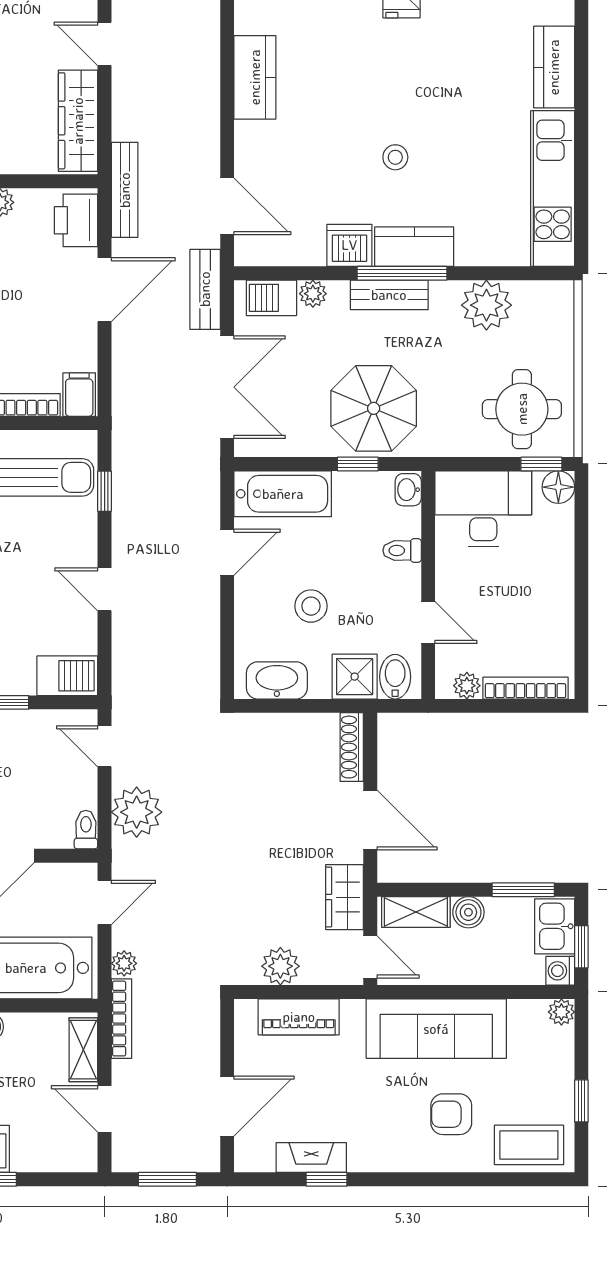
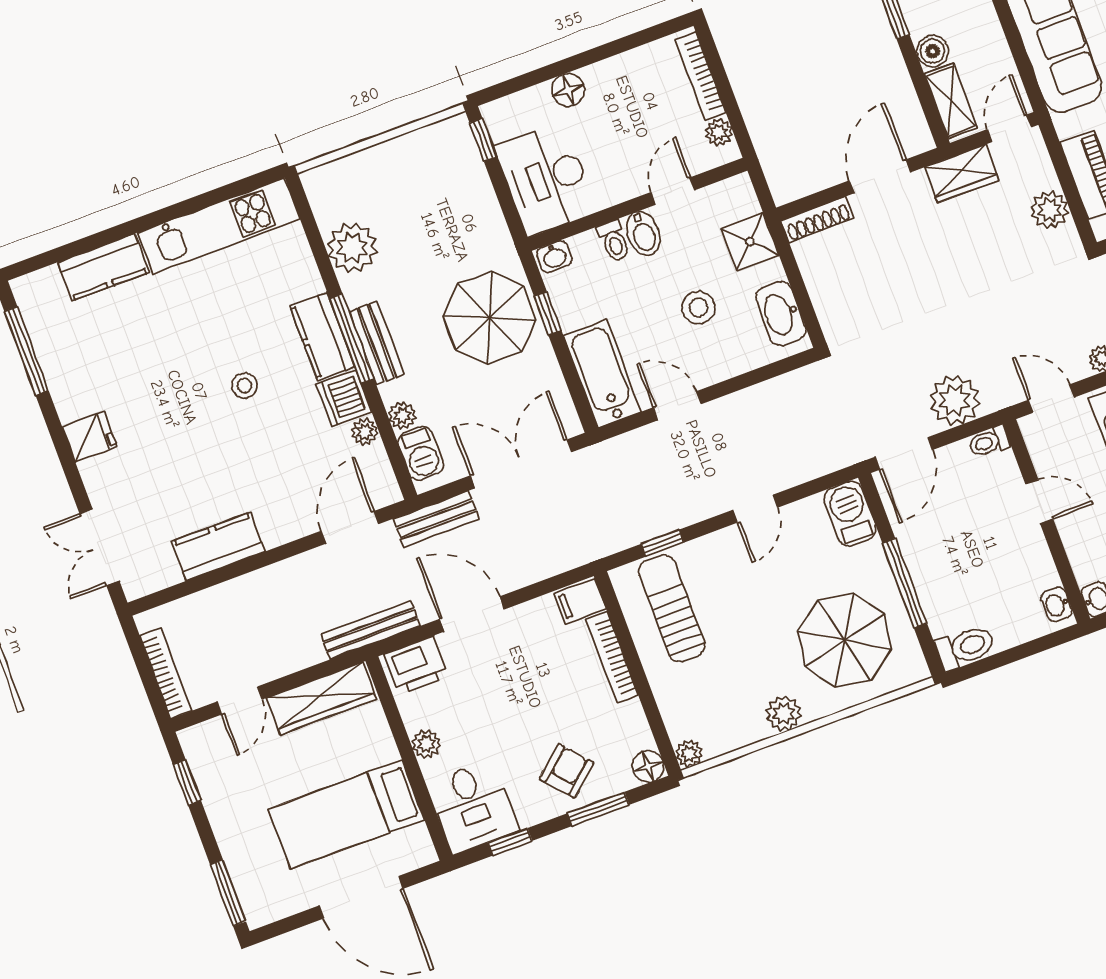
plant: (311, 253) -> (365, 432), added
round table: (522, 409) -> (438, 177), removed
floor lamp: (558, 487) -> (568, 90), moved
bidet: (395, 677) -> (643, 233), moved, turned -90
door: (105, 746) -> (904, 453), width x1.38

